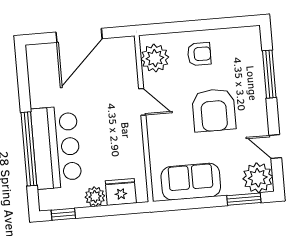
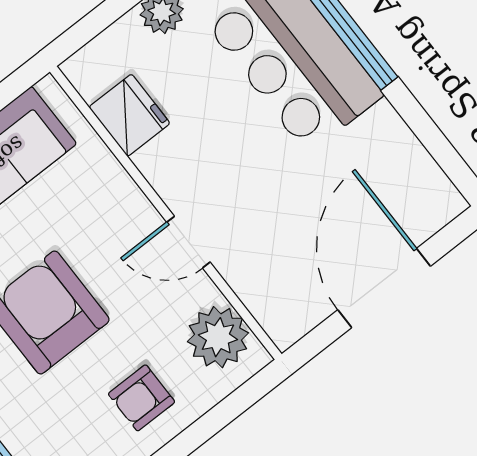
fridge: (121, 192) -> (129, 115), moved, turned -90

